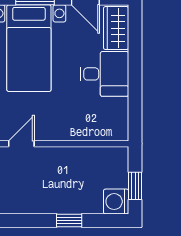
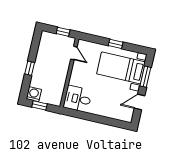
wardrobe: (116, 28) -> (121, 114), removed
desk: (104, 74) -> (78, 99), moved, turned 90

